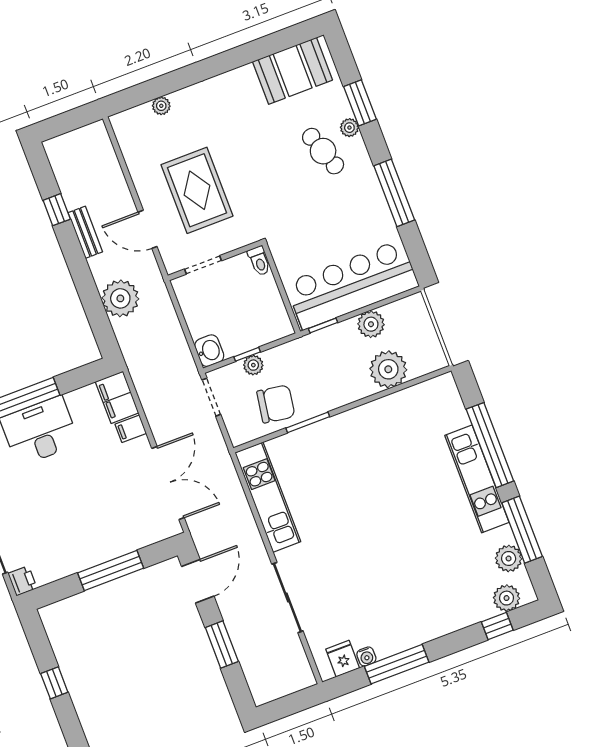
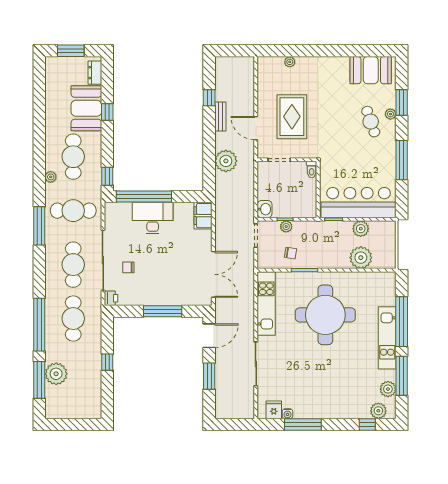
chair: (276, 404) -> (291, 253), width x0.54, depth x0.54
filing cabinet: (131, 429) -> (204, 236), removed
round table: (367, 480) -> (325, 315), added
chair: (31, 522) -> (128, 267), added

